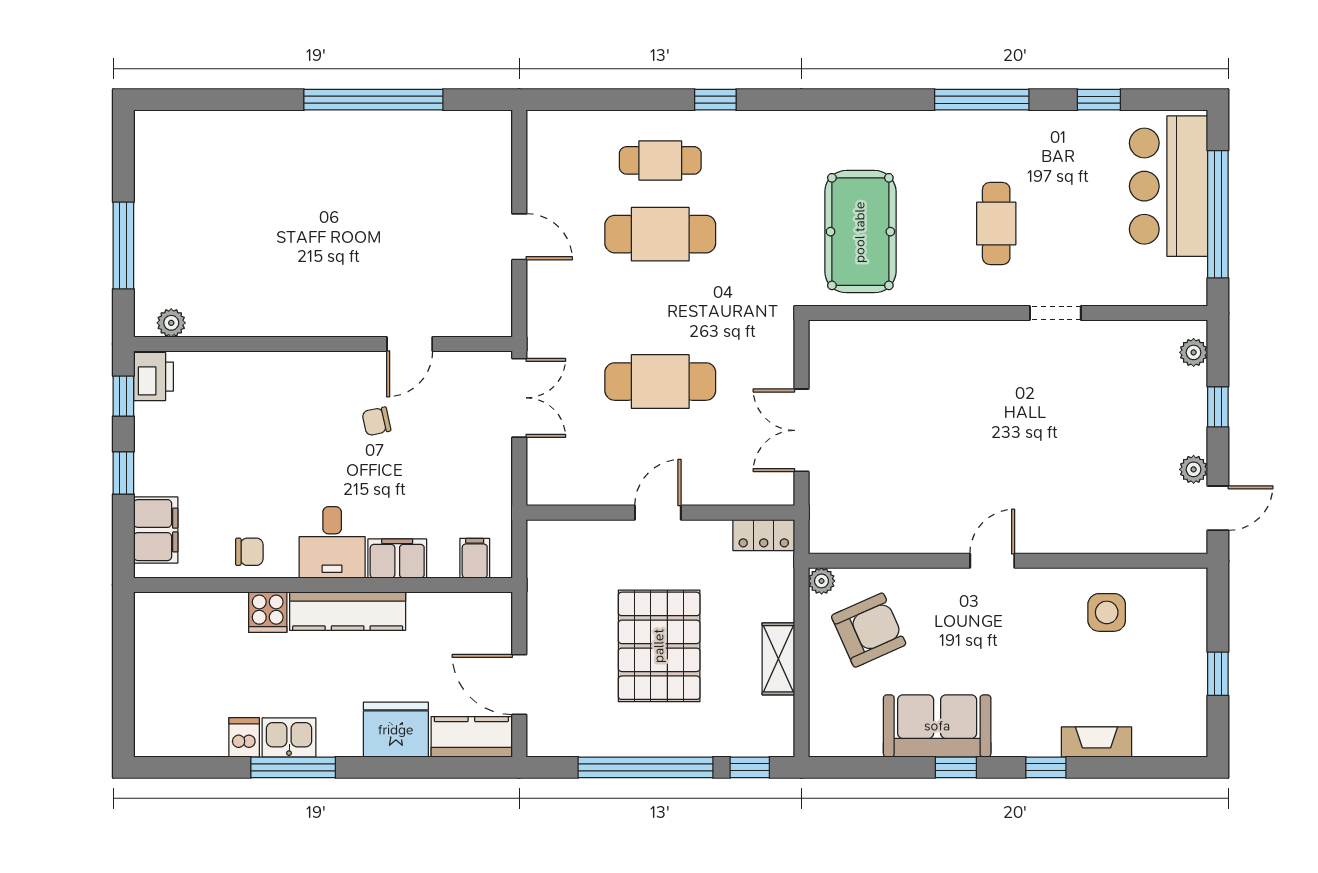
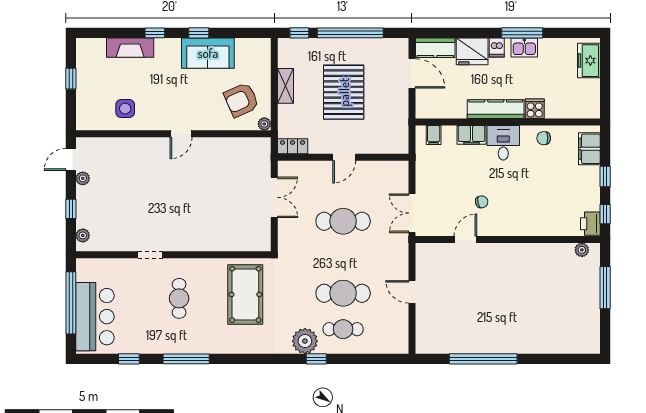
plant: (738, 136) -> (305, 341), added
freezer: (157, 711) -> (589, 61), added
dishwasher: (244, 737) -> (497, 48), moved
fireplace: (1096, 742) -> (130, 48), width x1.37, depth x1.32

